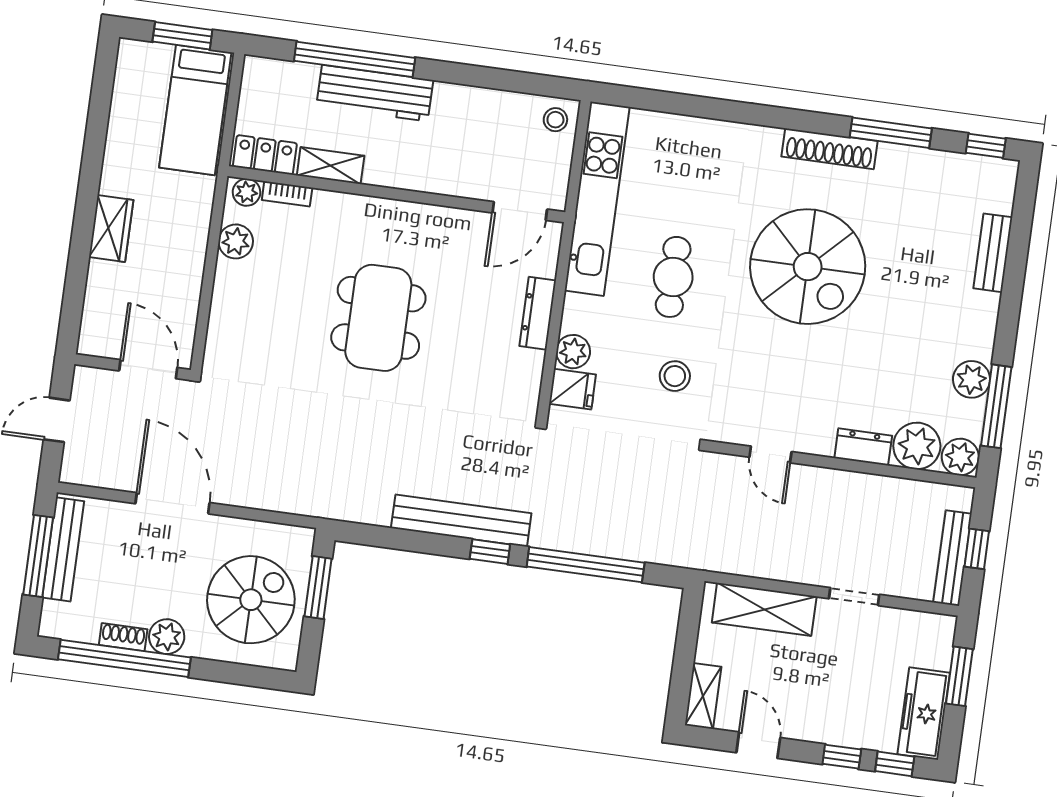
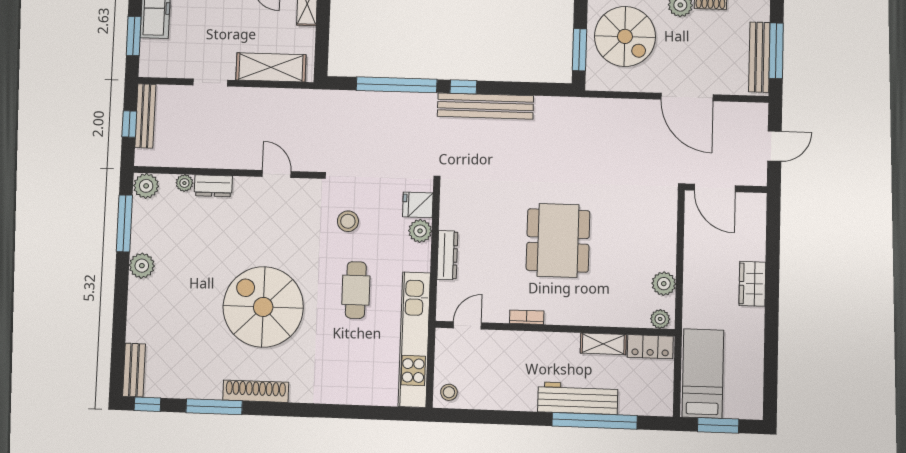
bookcase: (287, 194) -> (527, 317), moved
door: (520, 211) -> (467, 325), width x0.73
bench: (993, 253) -> (134, 370), moved
plant: (972, 379) -> (142, 266), moved
plant: (917, 446) -> (184, 183), width x0.53, depth x0.53
spiral stairs: (251, 600) -> (625, 36), turned -90

